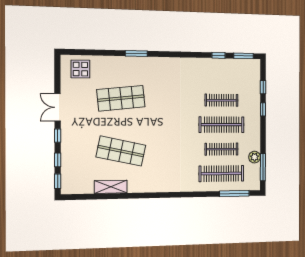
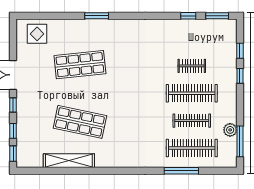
clothes rail: (222, 100) -> (192, 66), width x0.73
shelving: (111, 187) -> (69, 161), width x1.47
window: (234, 194) -> (181, 171), moved

